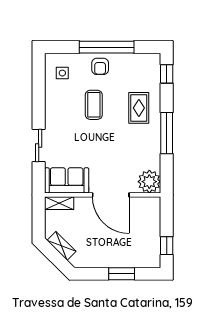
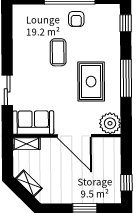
armchair: (100, 66) -> (76, 19), moved
side table: (62, 73) -> (29, 23), removed
rug: (139, 108) -> (91, 82), moved, width x1.36, depth x1.43

